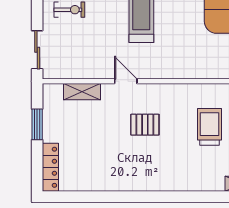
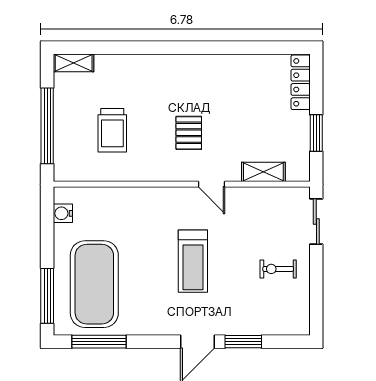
pallet: (145, 125) -> (189, 133), turned 90

